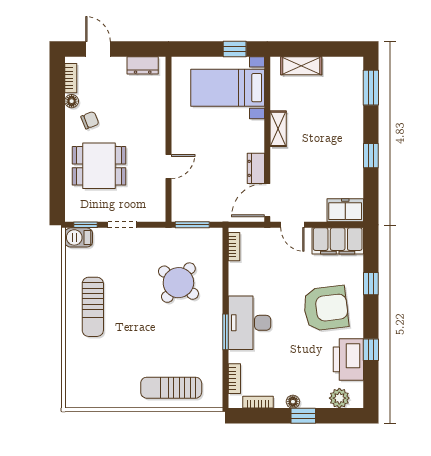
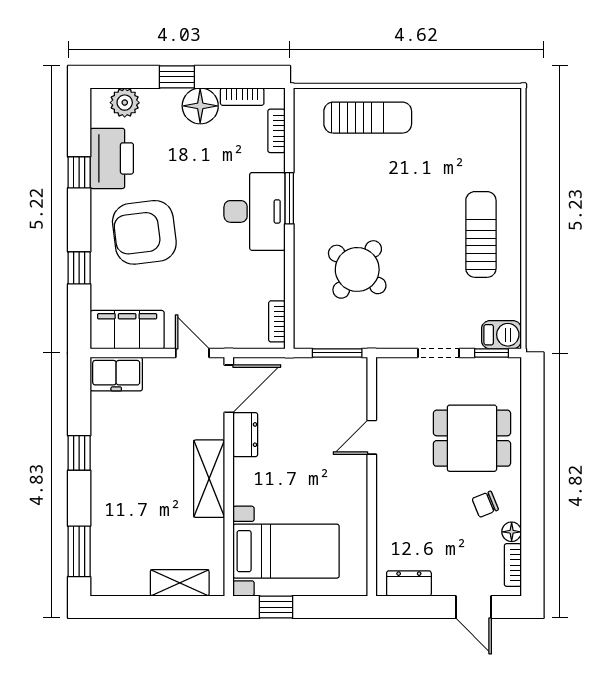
shelving: (278, 129) -> (209, 479), width x1.50, depth x1.33
floor lamp: (293, 402) -> (200, 106), width x1.89, depth x1.89

